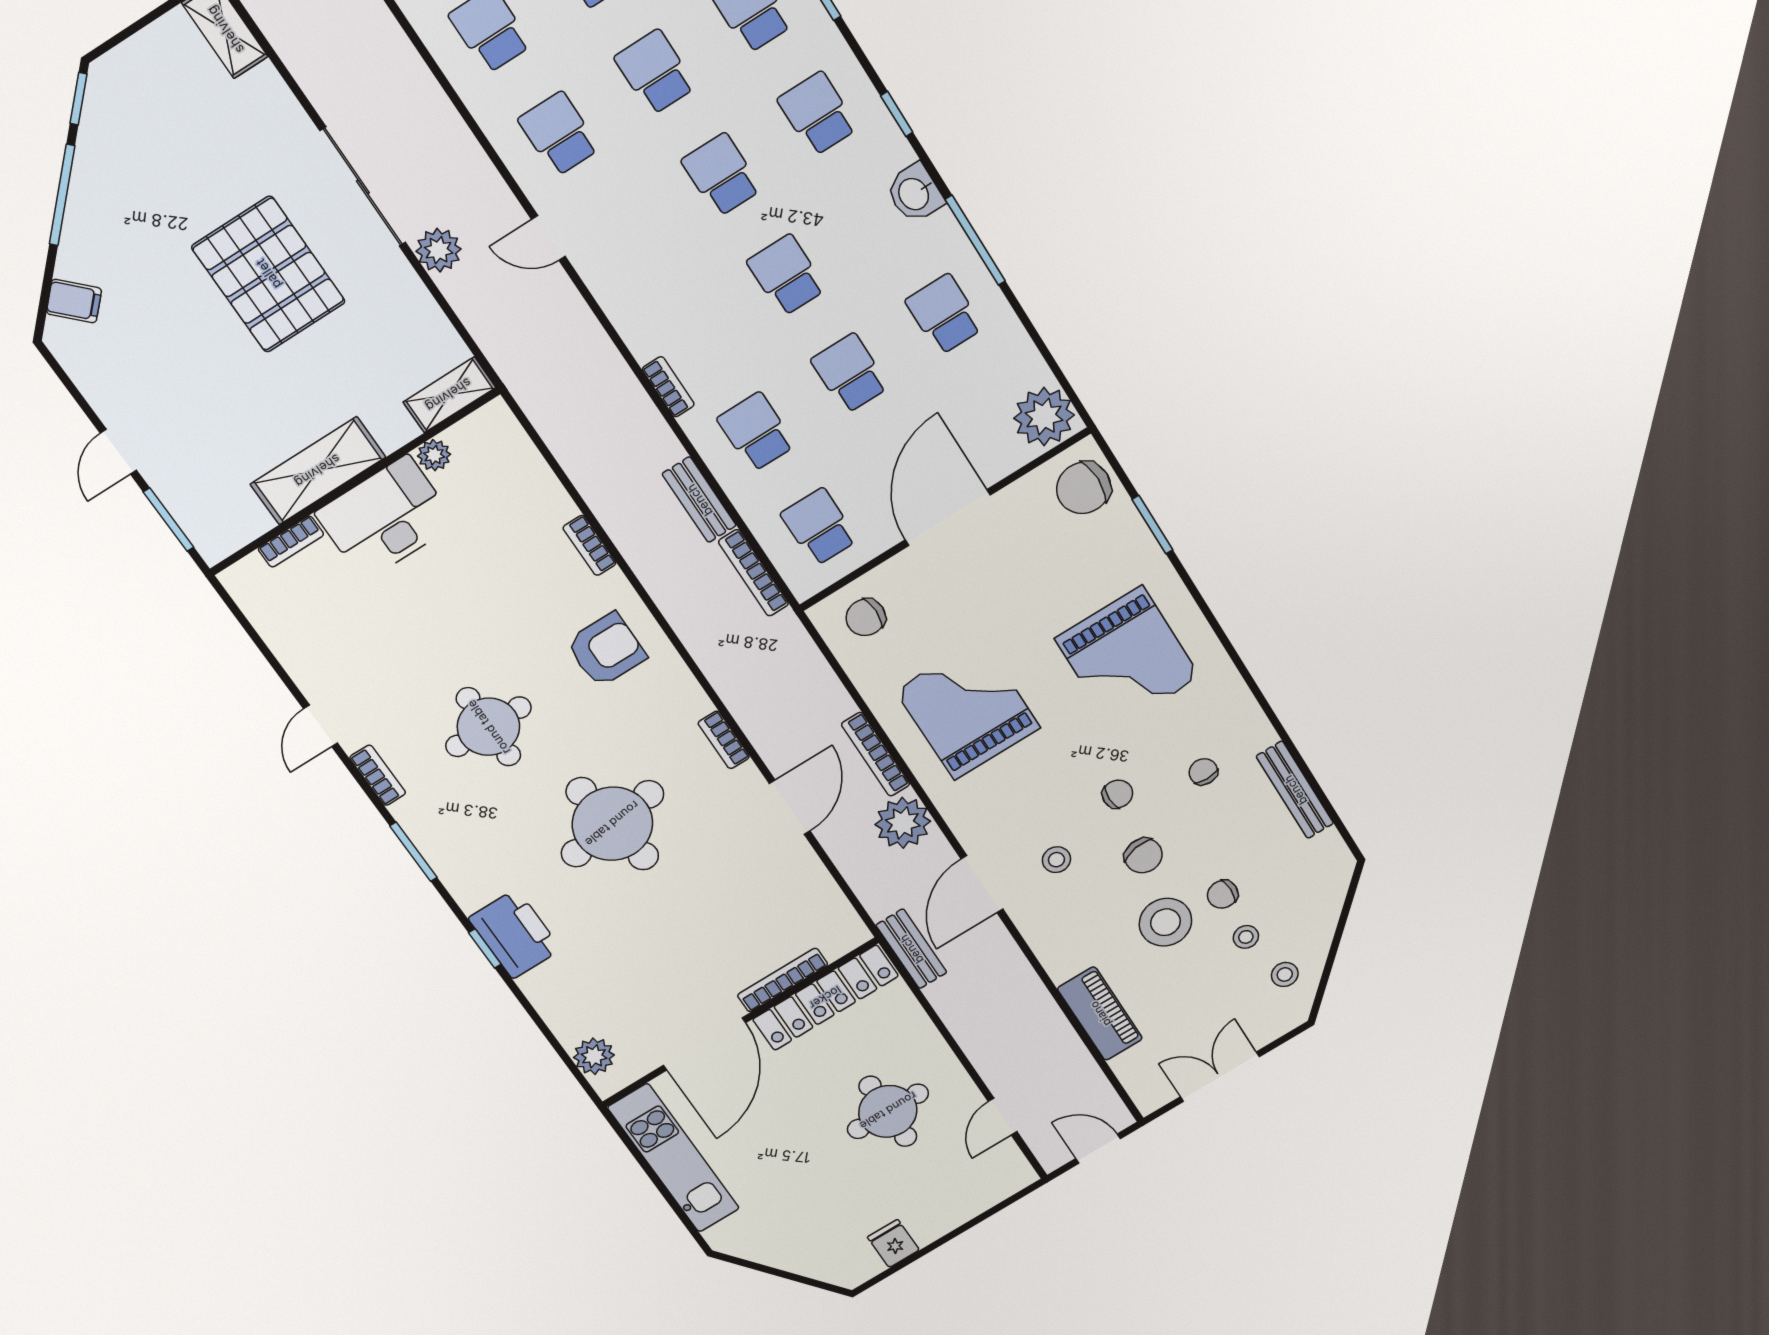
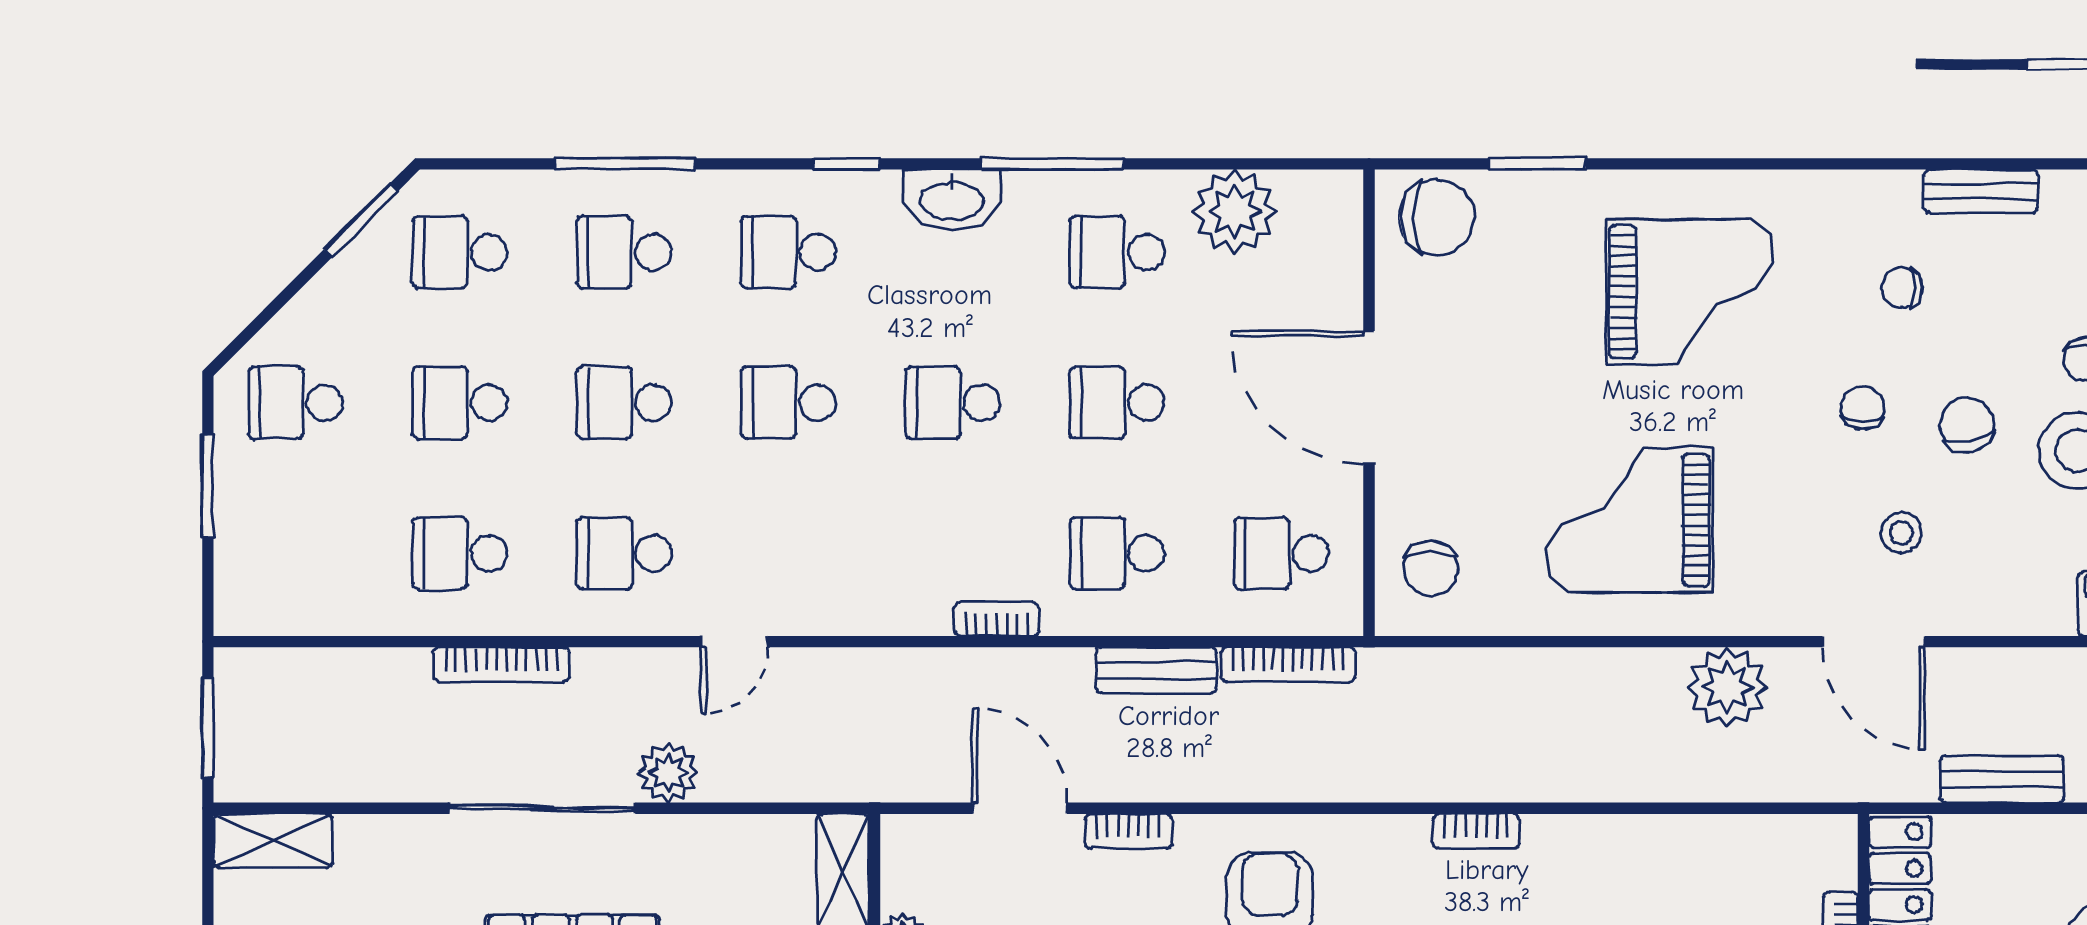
washbasin: (915, 193) -> (952, 199), width x1.38
plant: (1044, 417) -> (1235, 211), moved
chair: (1084, 488) -> (1437, 217), turned -90
bookcase: (876, 754) -> (501, 664), moved
bench: (1295, 790) -> (1981, 191), width x0.73
door: (790, 807) -> (1020, 808), moved
chair: (1143, 856) -> (1967, 425), turned -91
bench: (911, 949) -> (2002, 779), moved

